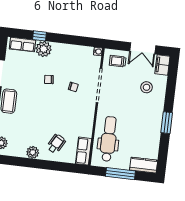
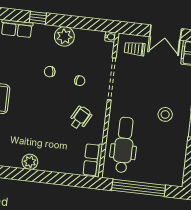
plant: (44, 49) -> (64, 36), moved
stool: (147, 87) -> (165, 114), moved
wheelchair: (56, 144) -> (80, 118), moved
kitchen counter: (144, 165) -> (167, 177), removed
window: (120, 174) -> (139, 188), width x1.46

